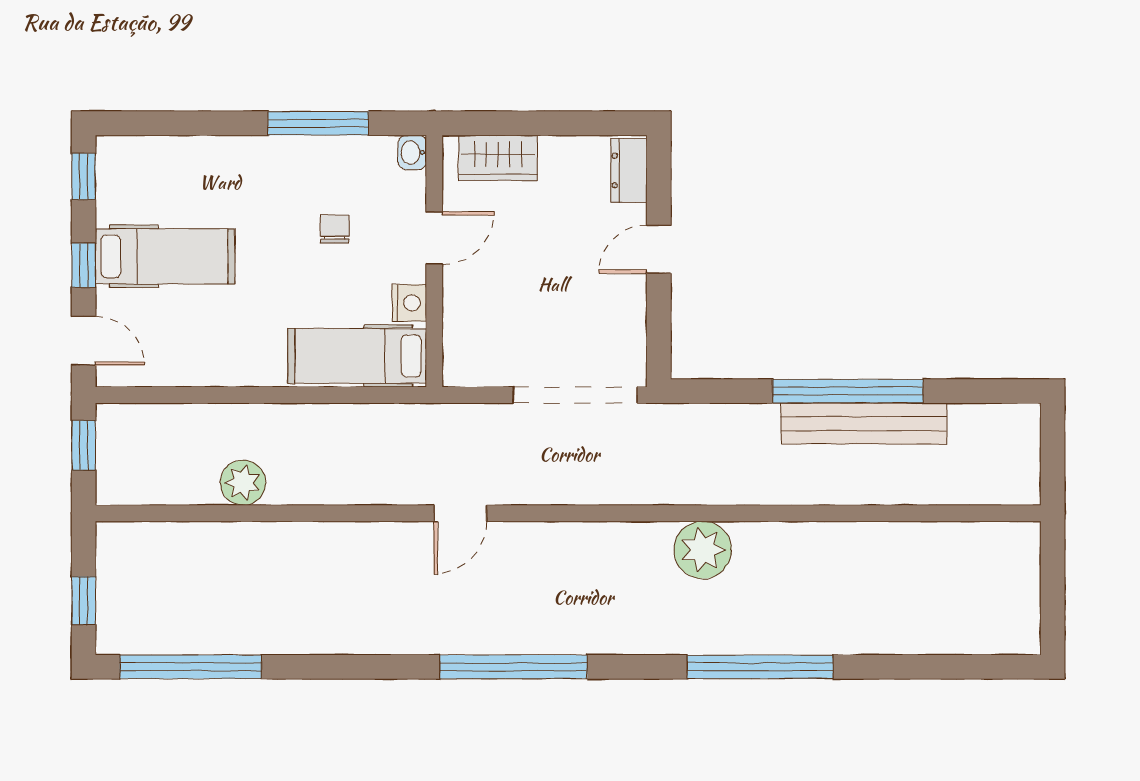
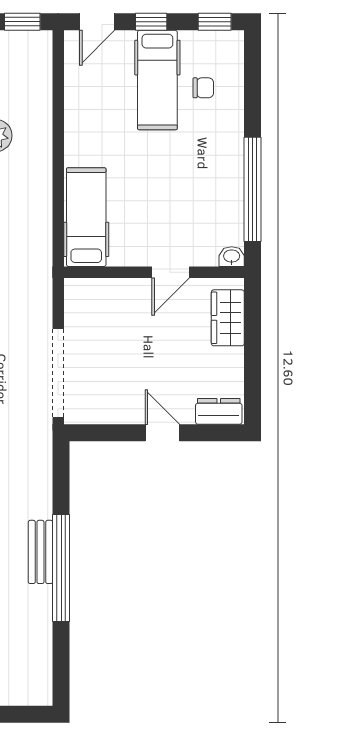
window: (318, 123) -> (252, 189), width x1.46
chair: (335, 229) -> (203, 88), moved
door: (434, 238) -> (171, 272), hinge flipped
nightstand: (409, 303) -> (124, 254), removed
bench: (864, 424) -> (40, 552), width x0.54, depth x0.82

